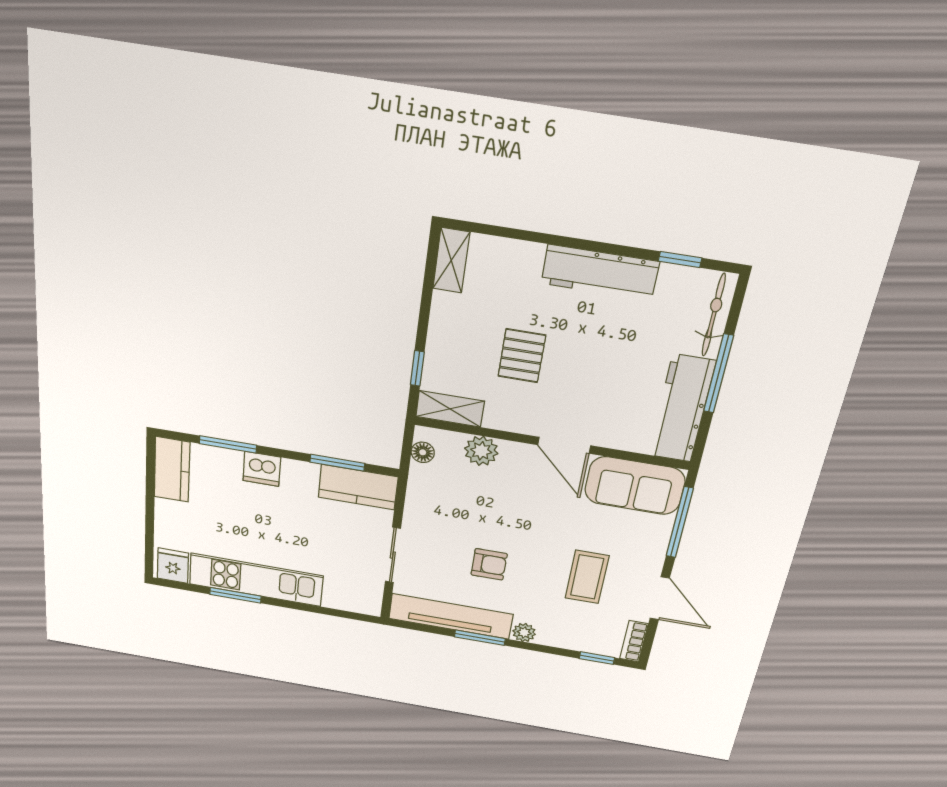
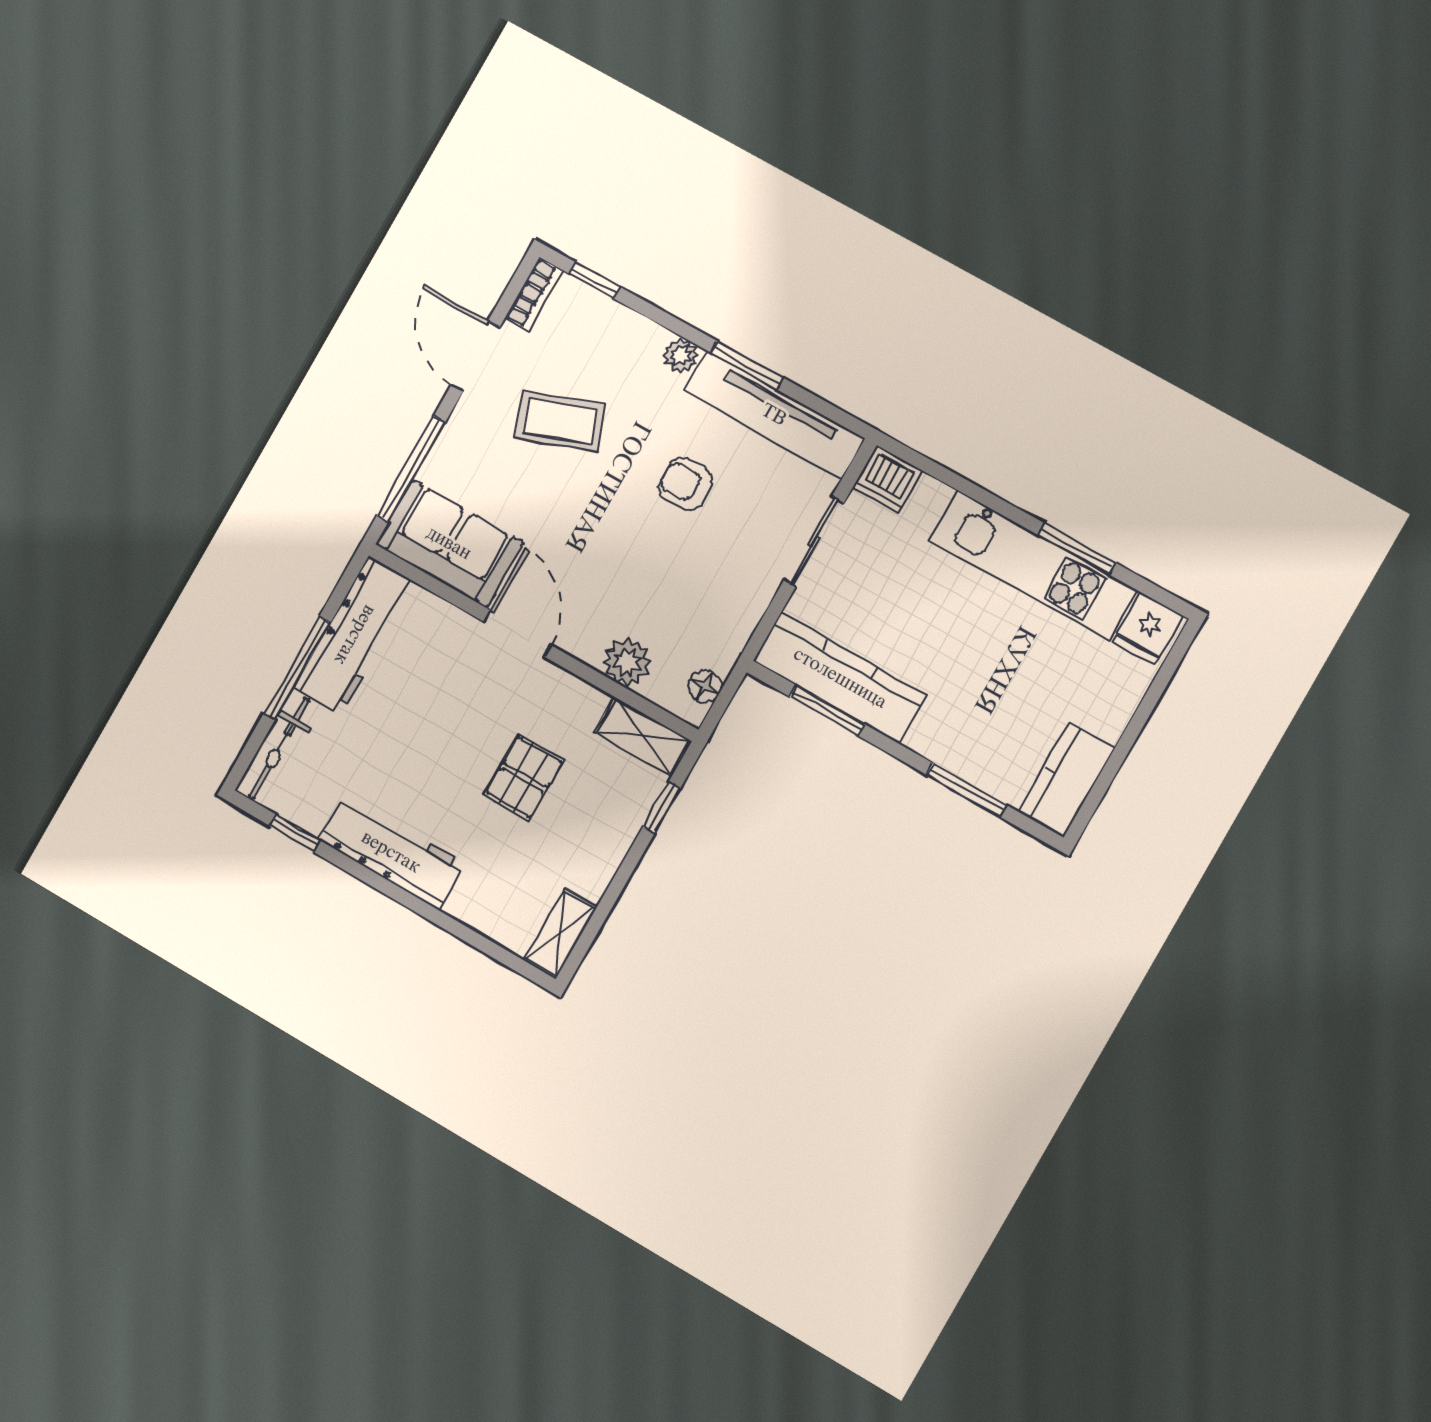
dishwasher: (262, 469) -> (887, 479), moved, turned 180
kitchen counter: (358, 487) -> (840, 678), width x1.50
coffee table: (587, 577) -> (560, 421), turned 70

